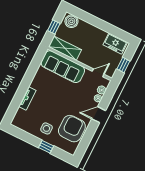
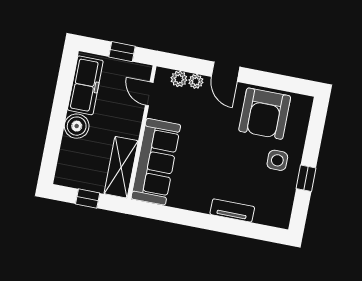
boiler: (71, 21) -> (77, 126), moved
freezer: (115, 44) -> (85, 85), width x1.40
armchair: (72, 129) -> (265, 114), turned -90
window: (46, 147) -> (306, 178), moved

